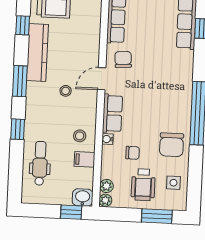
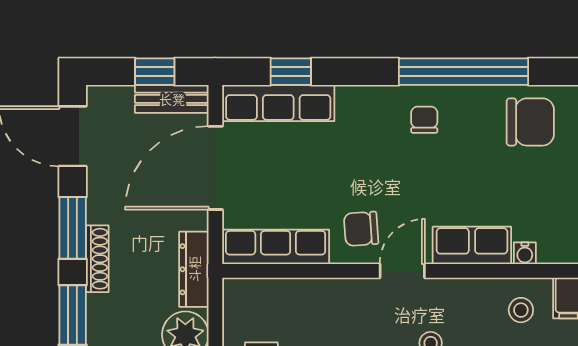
door: (102, 79) -> (402, 271), swing flipped
chair: (133, 153) -> (424, 120), moved

